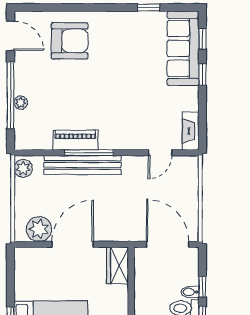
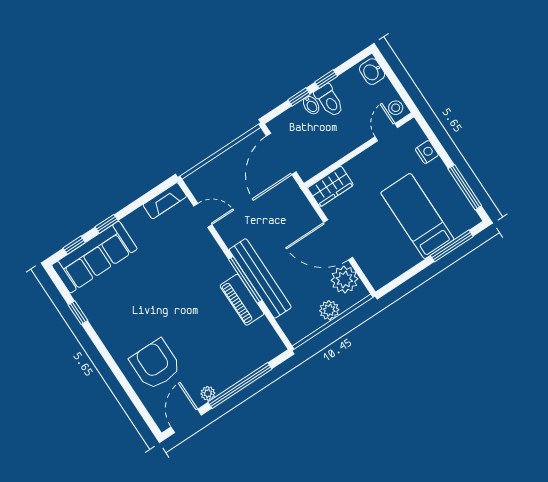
plant: (21, 103) -> (208, 393), moved
plant: (23, 168) -> (329, 310), moved

